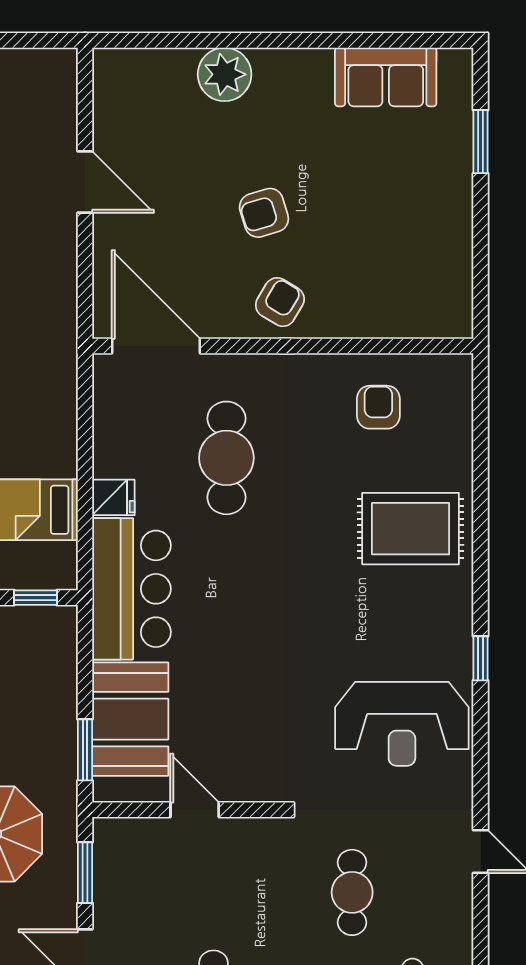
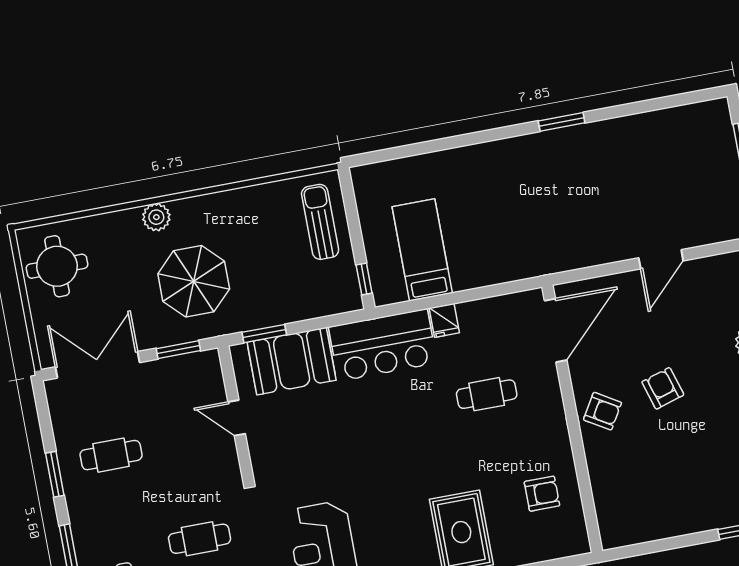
cafe table: (226, 458) -> (487, 394), width x0.73, depth x0.74
door: (195, 810) -> (237, 418), swing flipped

